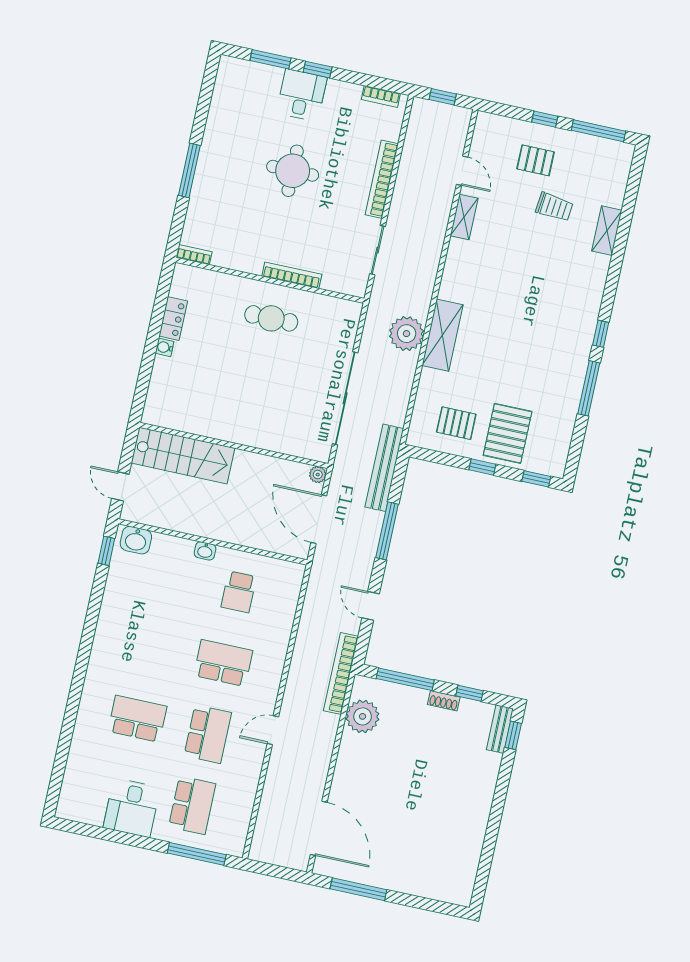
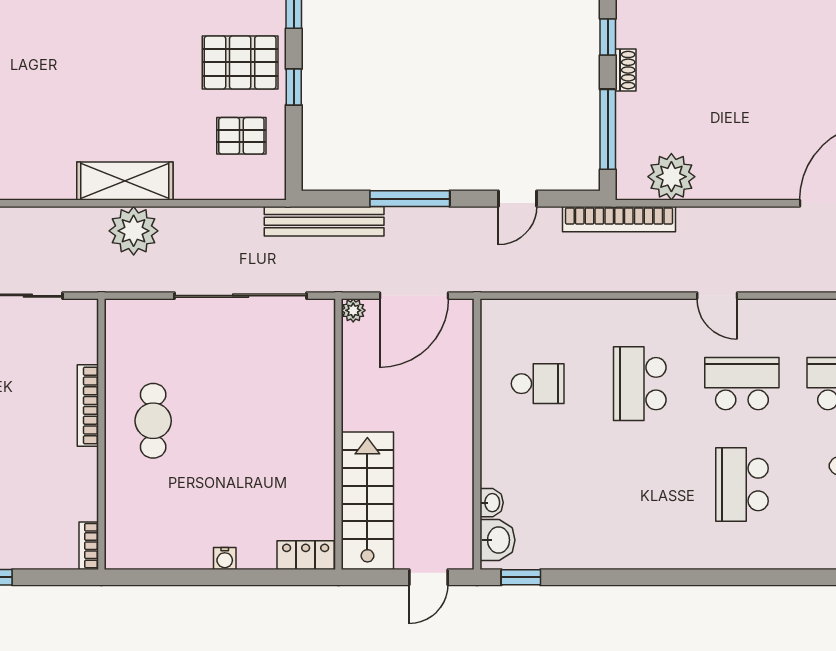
locker: (173, 319) -> (306, 555), moved
pallet: (456, 423) -> (241, 136), turned 90
washbasin: (205, 551) -> (492, 503), moved

